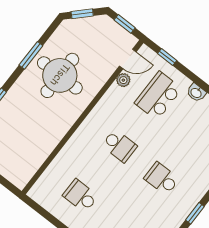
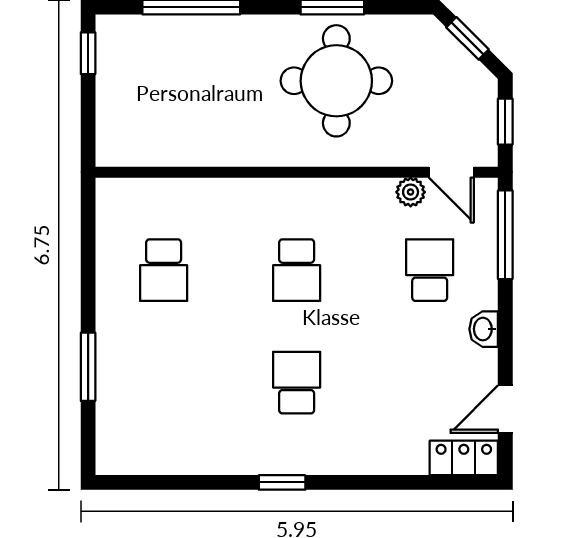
window: (167, 57) -> (505, 235), width x2.17
school desk: (158, 96) -> (430, 270), width x0.54
school desk: (80, 196) -> (164, 270), turned 180

